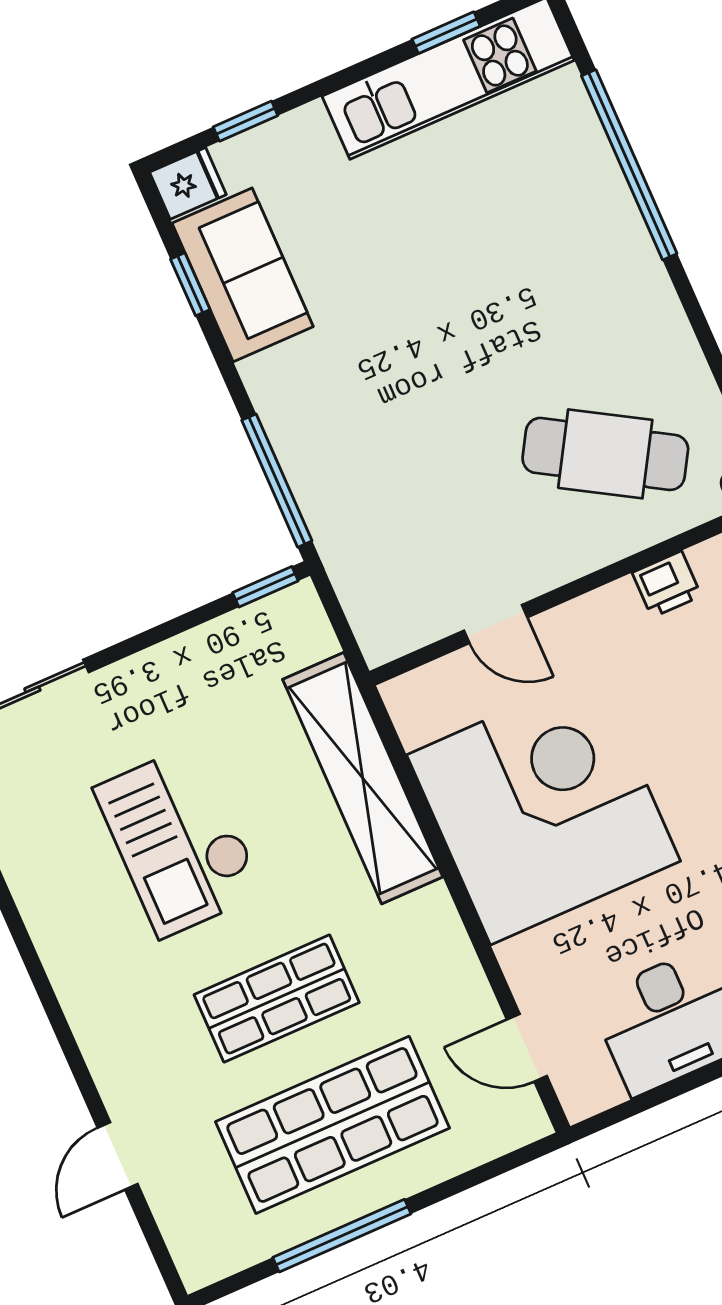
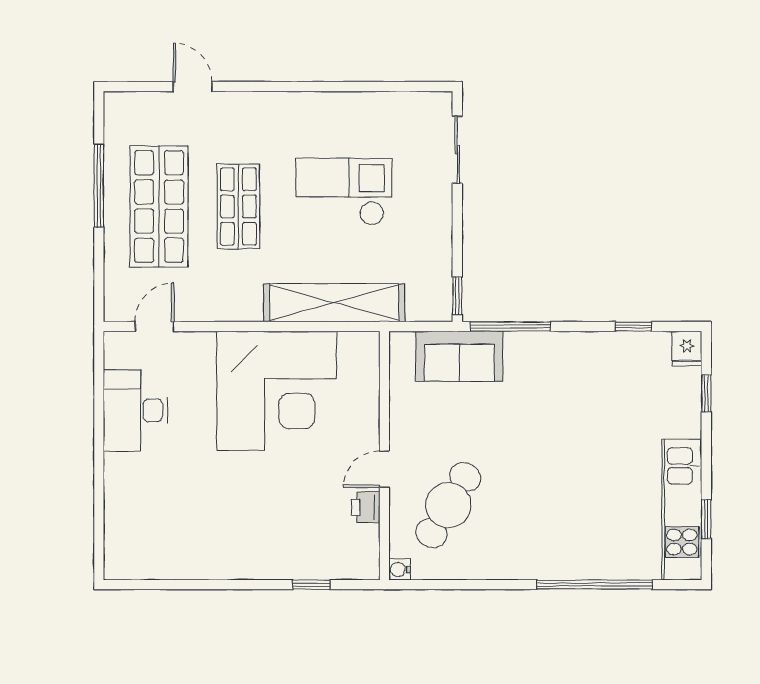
sofa: (243, 275) -> (459, 356), moved
door: (496, 624) -> (384, 469), moved

